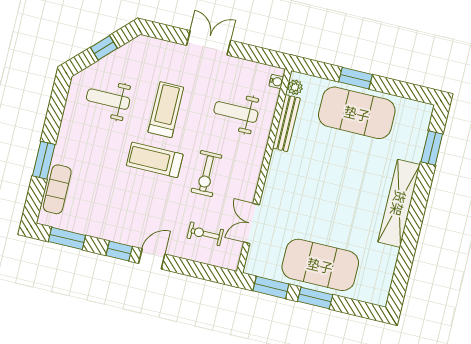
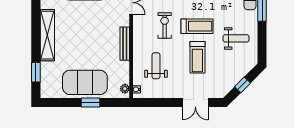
double door: (209, 43) -> (195, 103), moved
weight bench: (108, 99) -> (236, 38), moved
weight bench: (236, 112) -> (156, 66), turned -90
bench: (286, 123) -> (125, 44), moved

